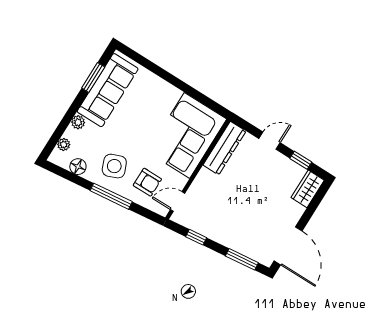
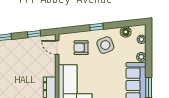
window: (111, 196) -> (96, 27), width x0.46
door: (178, 202) -> (57, 47), swing flipped

